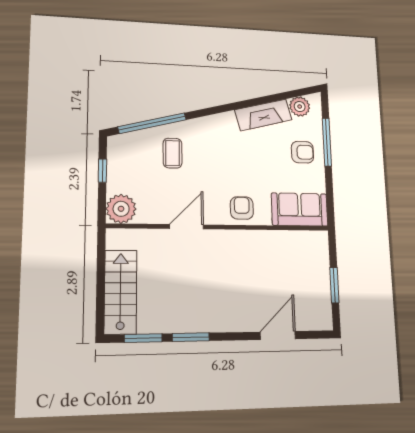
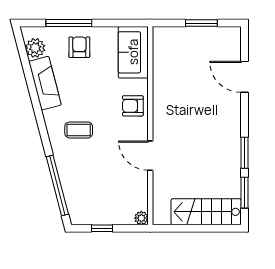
coffee table: (172, 153) -> (79, 130), moved
plant: (121, 209) -> (141, 218), width x0.53, depth x0.53

